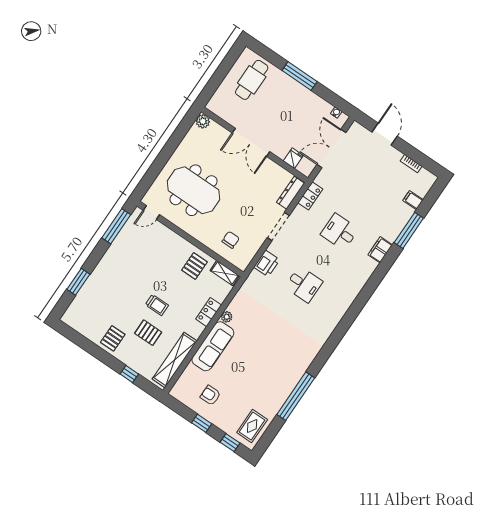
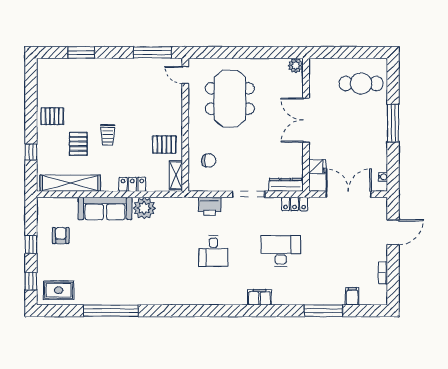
desk: (340, 232) -> (281, 251), width x1.37
filing cabinet: (380, 250) -> (260, 297), moved
plant: (227, 317) -> (144, 208), width x1.88, depth x1.88

